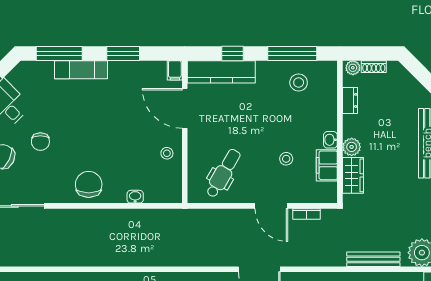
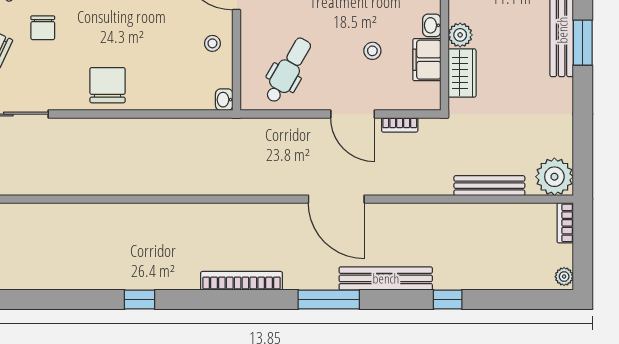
washbasin: (135, 197) -> (224, 100), moved, turned -90

